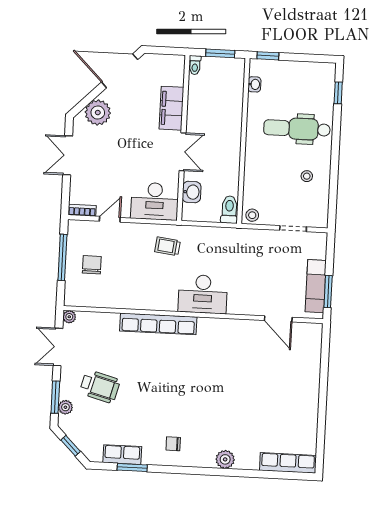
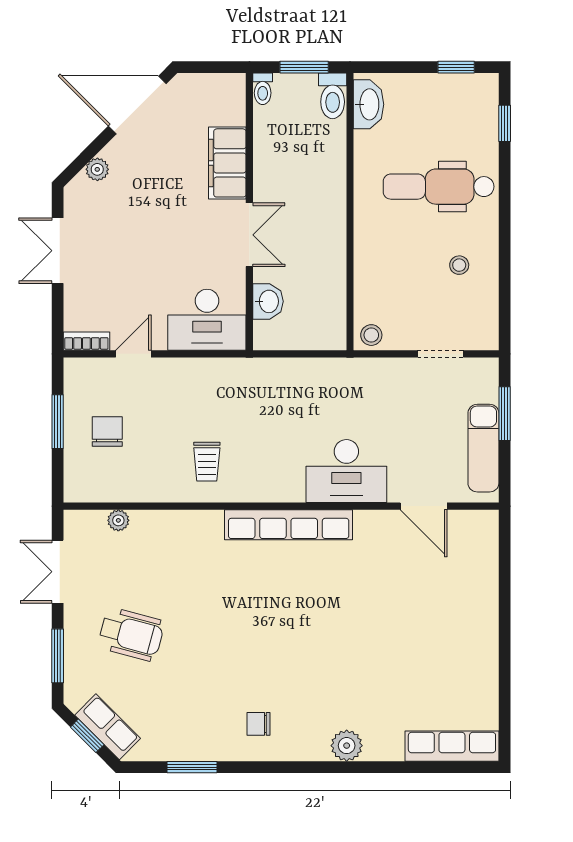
window: (268, 56) -> (456, 67), moved
washbasin: (254, 84) -> (368, 104), width x1.91, depth x1.45
plant: (98, 113) -> (97, 169), width x0.53, depth x0.53
toilet: (229, 210) -> (333, 96), moved, turned 180
trolley: (168, 246) -> (207, 462), moved, turned -97
window: (62, 257) -> (58, 422), width x0.69
window: (328, 292) -> (505, 414), moved
desk: (203, 294) -> (346, 471), moved
plant: (69, 317) -> (118, 520), moved
row of seats: (158, 324) -> (289, 525), moved
plant: (65, 407) -> (75, 672), removed
row of seats: (122, 455) -> (108, 727), moved, turned 45

